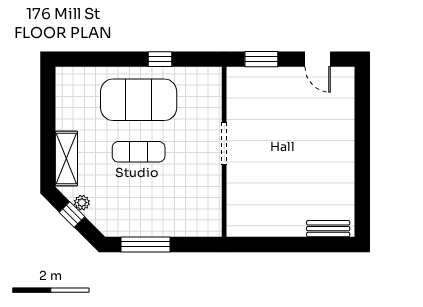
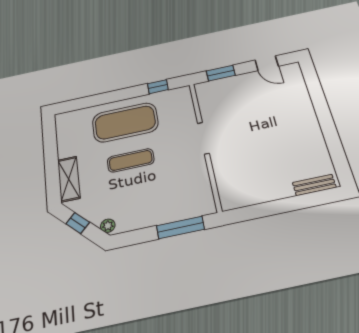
window: (160, 59) -> (158, 87), moved
plant: (82, 203) -> (108, 226), moved
window: (146, 244) -> (180, 227), moved

